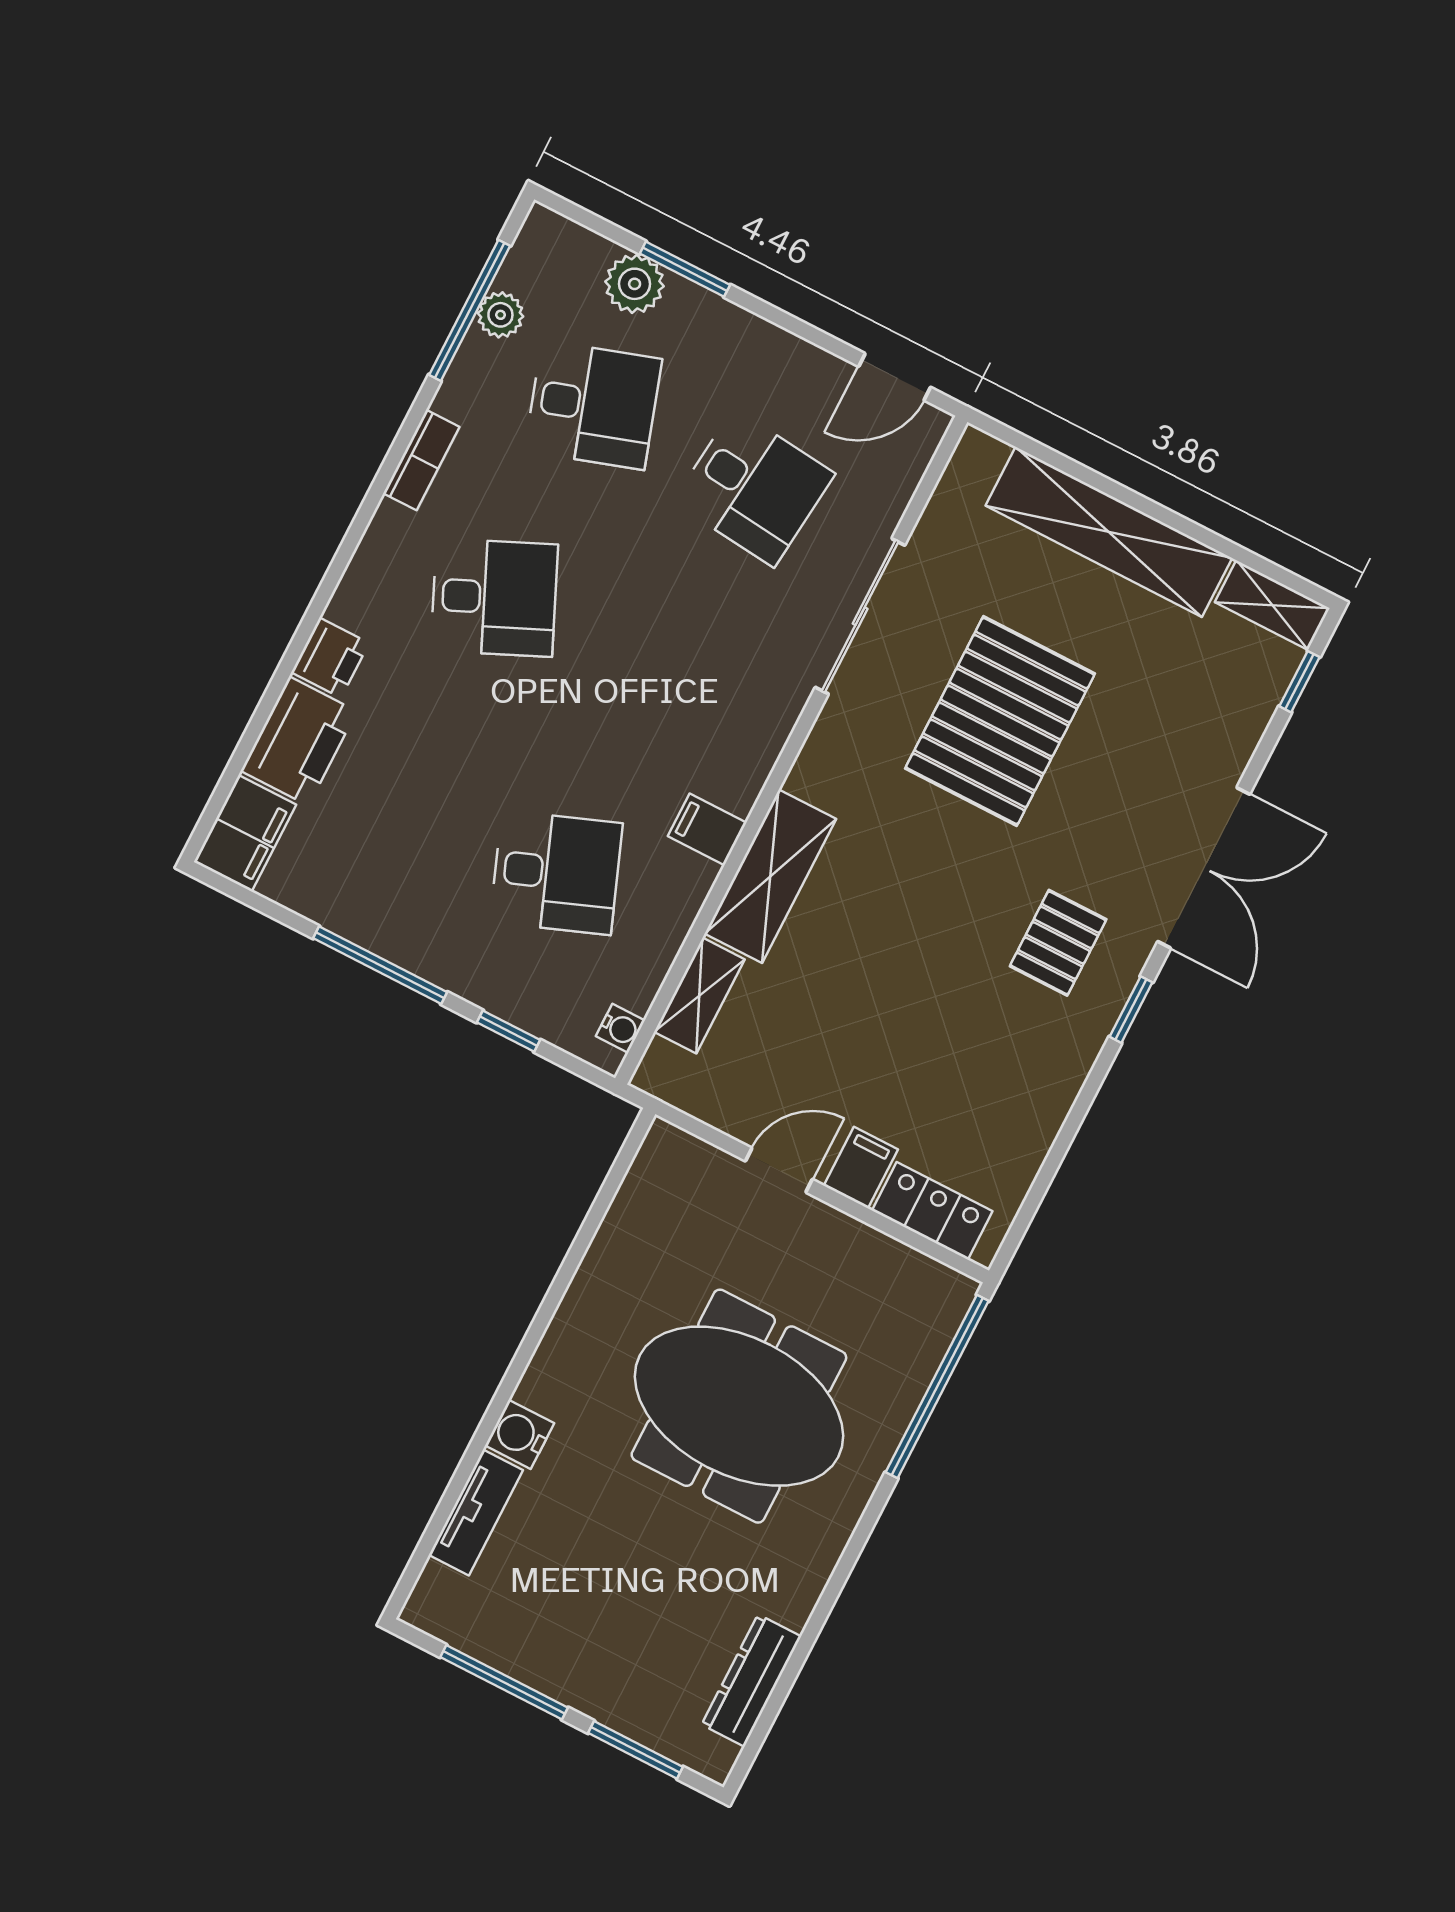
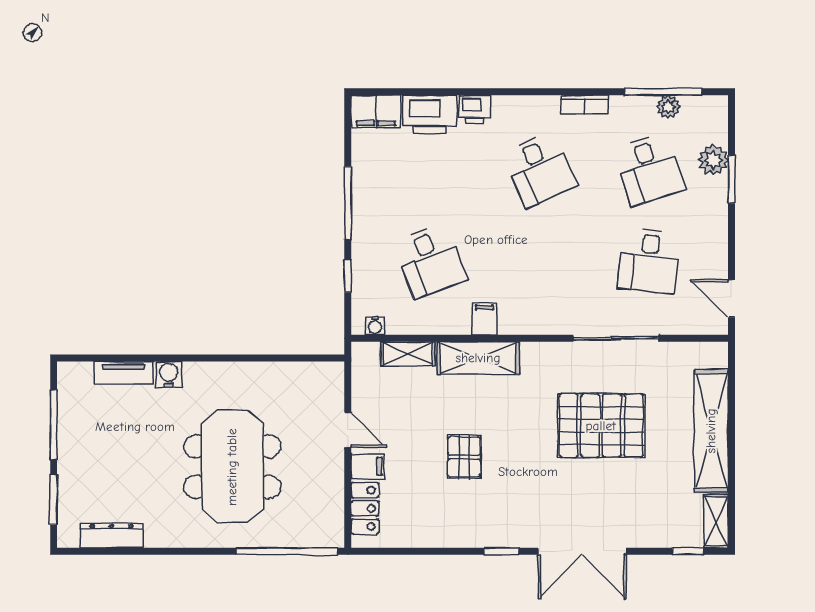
pallet: (1058, 943) -> (464, 457), moved, turned 90

